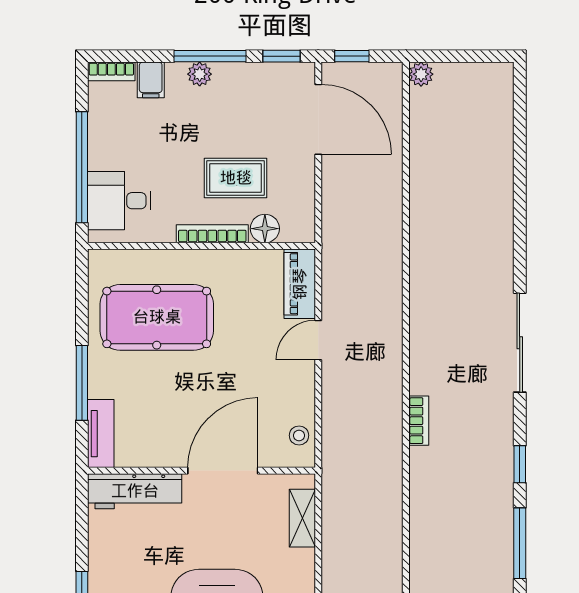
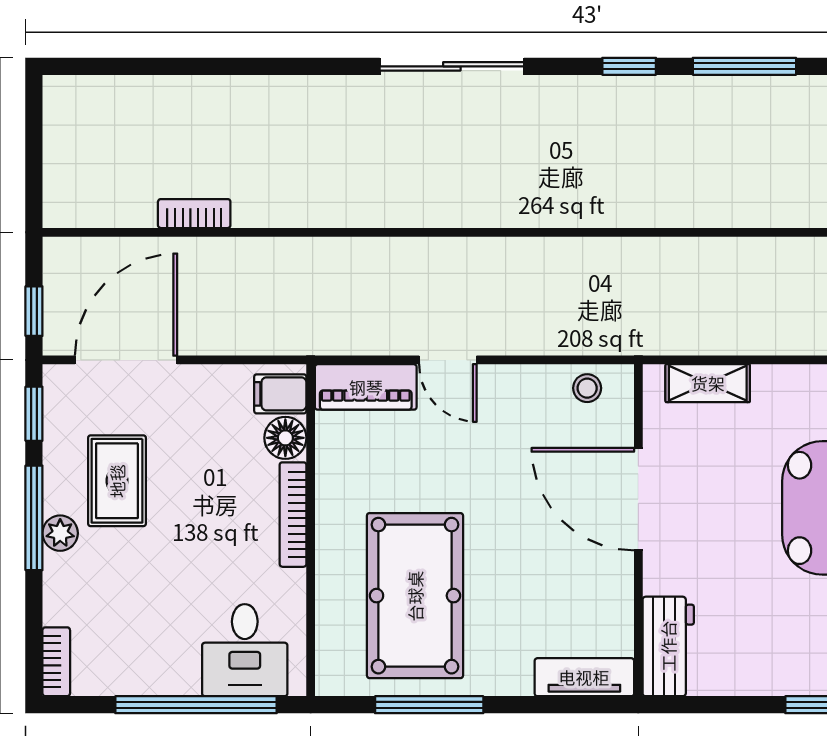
plant: (421, 74) -> (60, 210), removed
filing cabinet: (151, 80) -> (280, 394), moved, turned 180
rug: (236, 178) -> (117, 481), moved
window: (82, 383) -> (429, 705), moved
bookcase: (419, 421) -> (194, 214), moved
workbench: (135, 491) -> (668, 646), width x0.73

